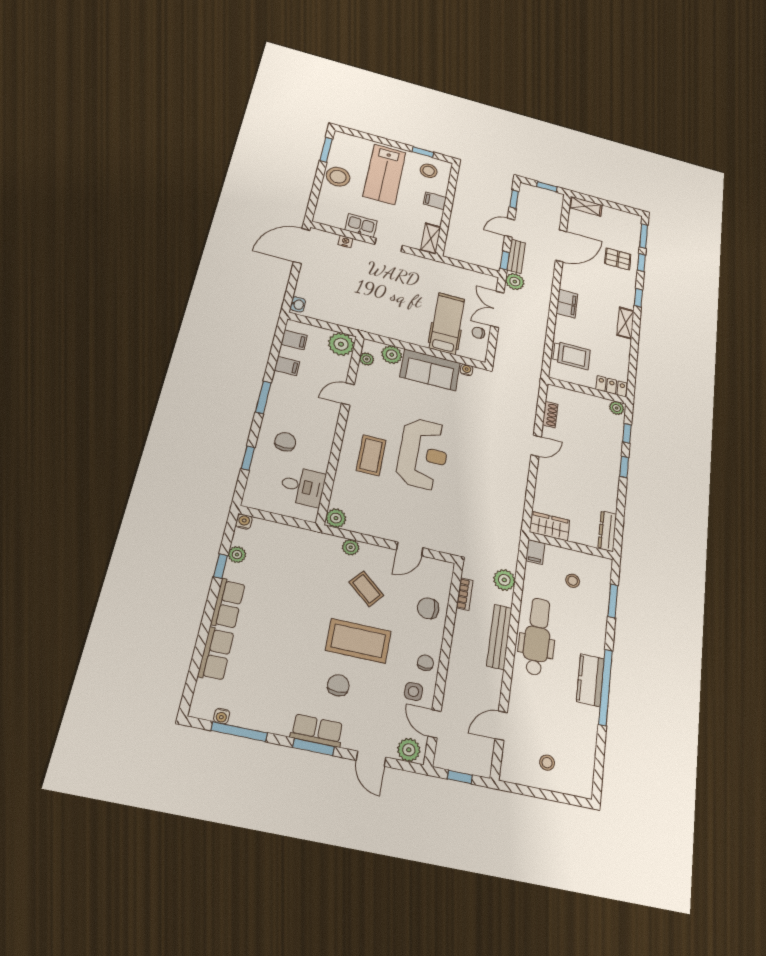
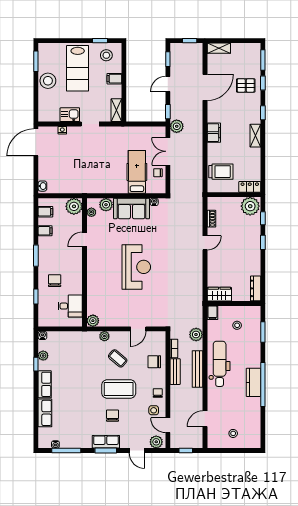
bench: (516, 256) -> (175, 372), moved
plant: (617, 408) -> (250, 206), width x1.87, depth x1.87
coffee table: (371, 455) -> (106, 276), removed

